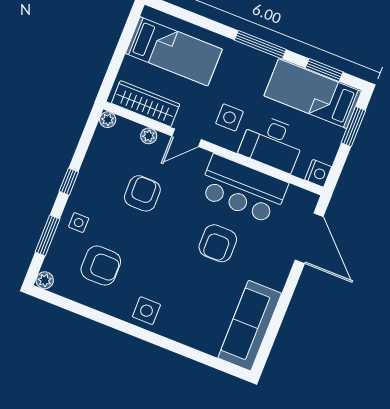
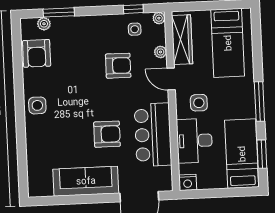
window: (353, 127) -> (231, 192), removed
window: (69, 182) -> (133, 9), moved
side table: (79, 223) -> (135, 29), moved
armchair: (218, 243) -> (107, 134), turned 180
armchair: (101, 266) -> (37, 53), moved
plant: (45, 280) -> (44, 24), moved
sofa: (250, 326) -> (86, 181), moved

